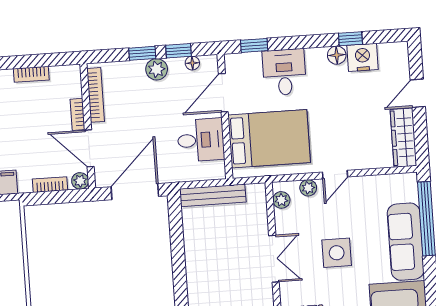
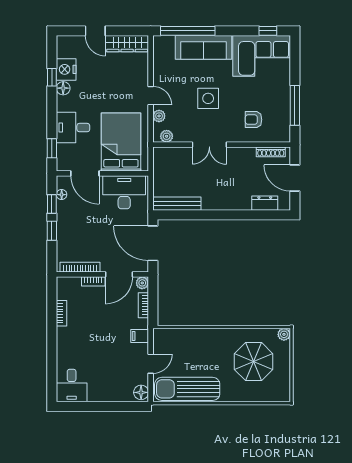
plant: (157, 69) -> (64, 221), removed
desk: (201, 140) -> (124, 192), width x1.37
bench: (213, 195) -> (177, 204), moved, turned 90
double door: (274, 259) -> (209, 145), swing flipped

